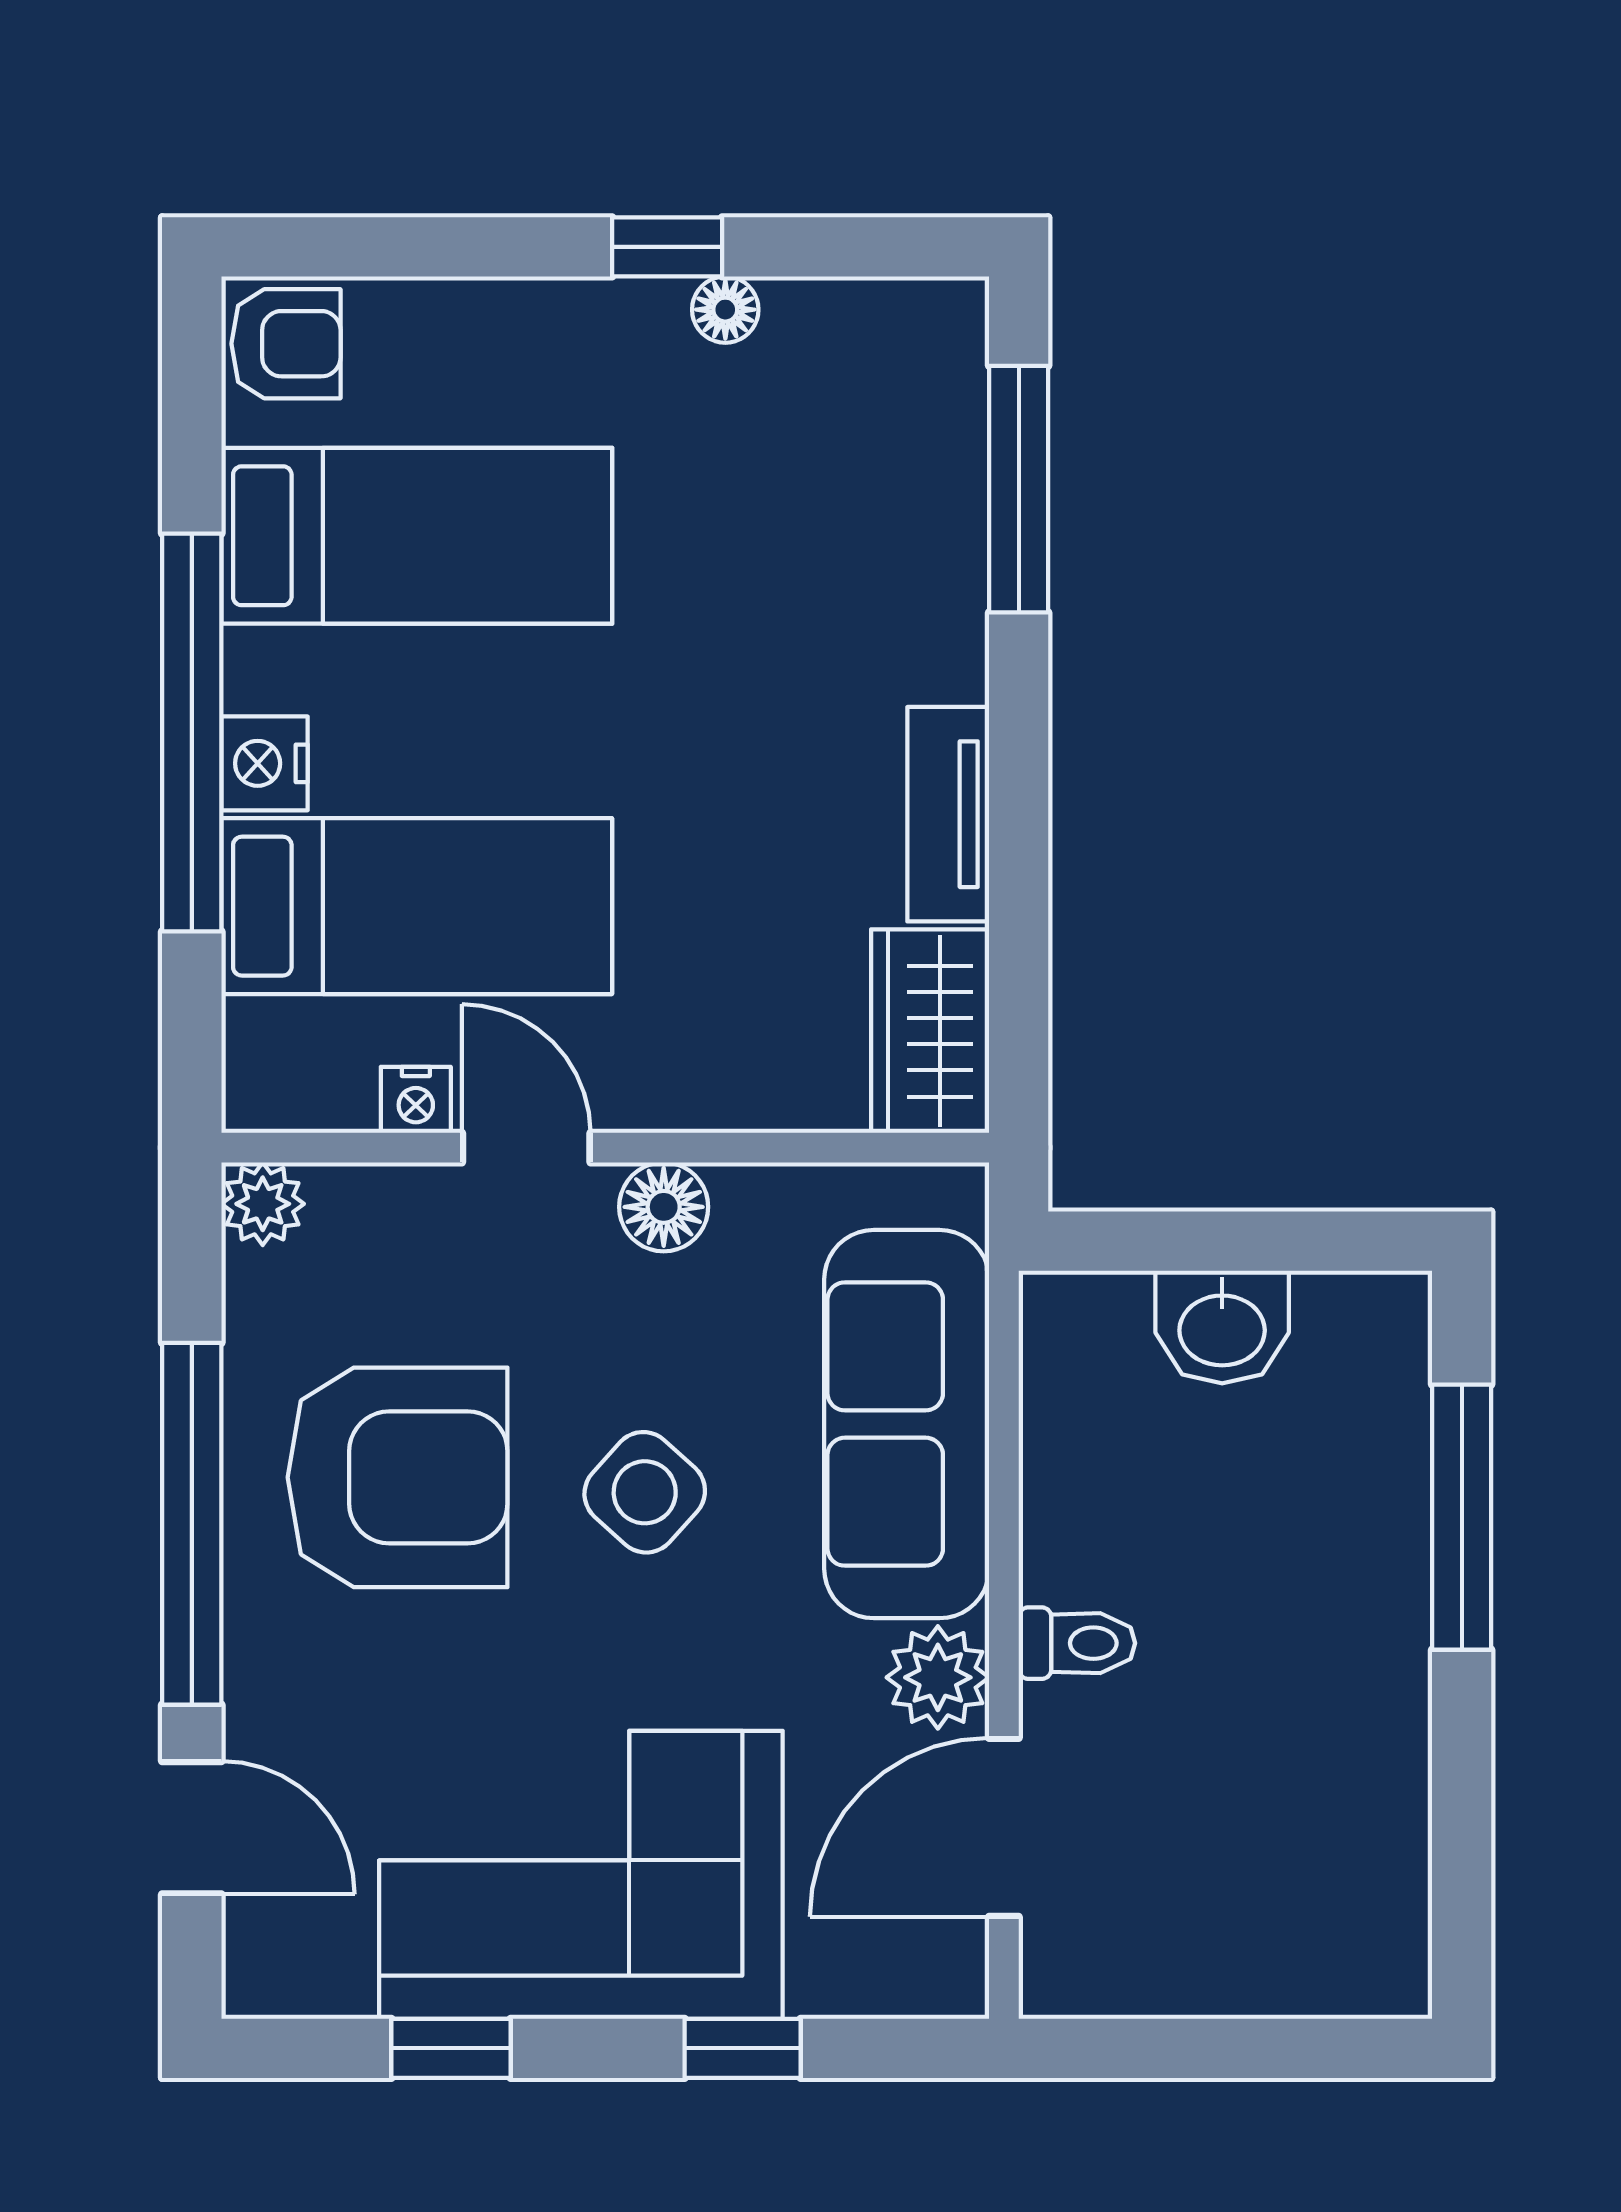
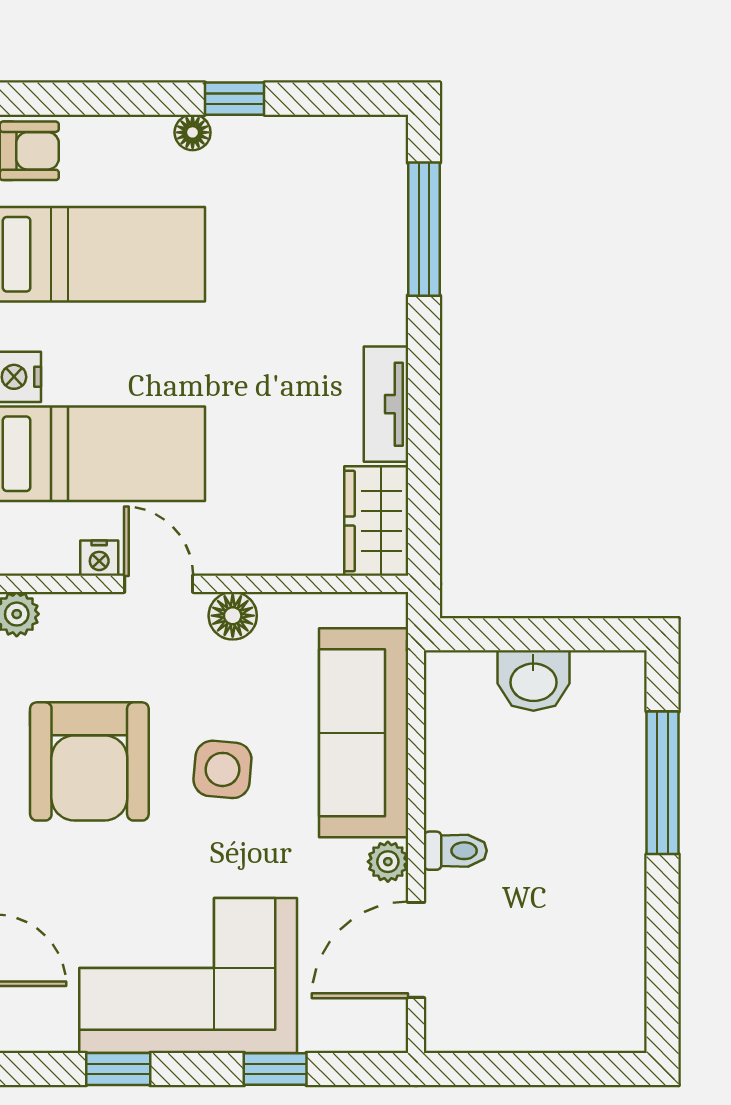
floor lamp: (725, 310) -> (193, 132), moved
armchair: (398, 1477) -> (89, 761), turned 90
side table: (645, 1492) -> (222, 769), turned -37
plant: (938, 1677) -> (388, 862), width x0.73, depth x0.73

